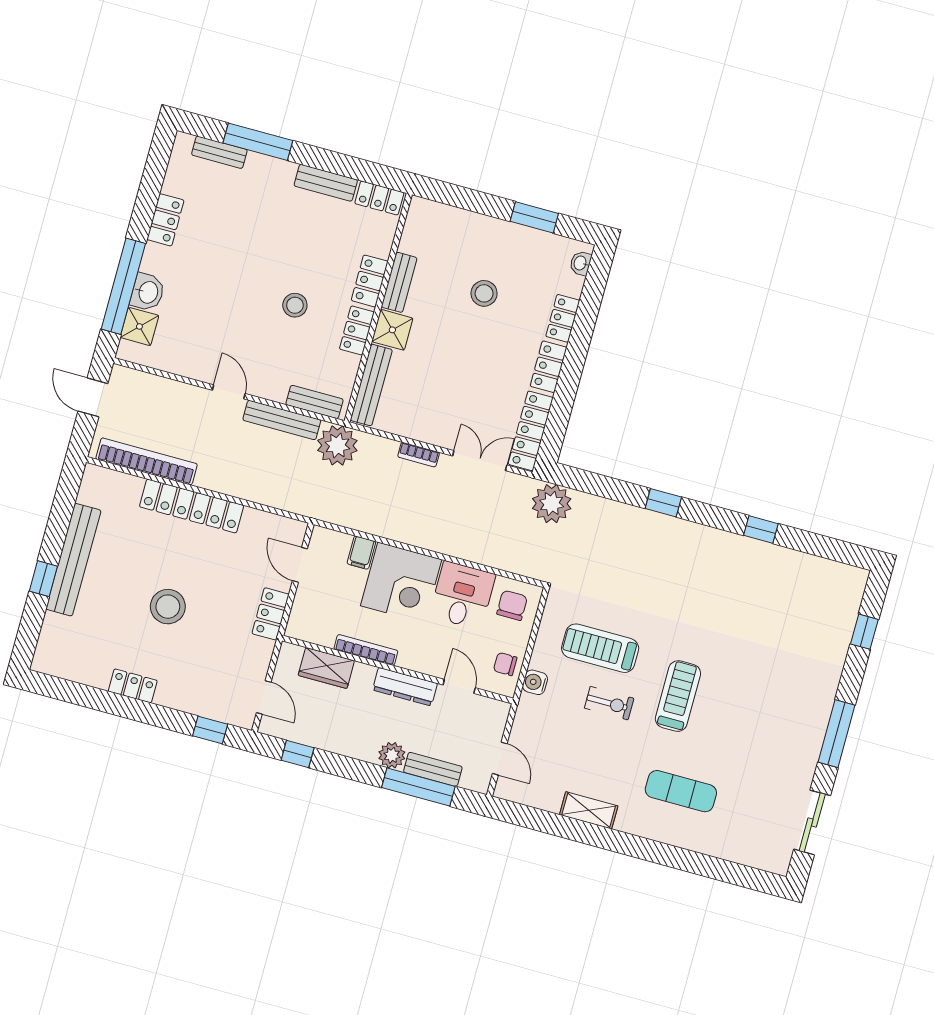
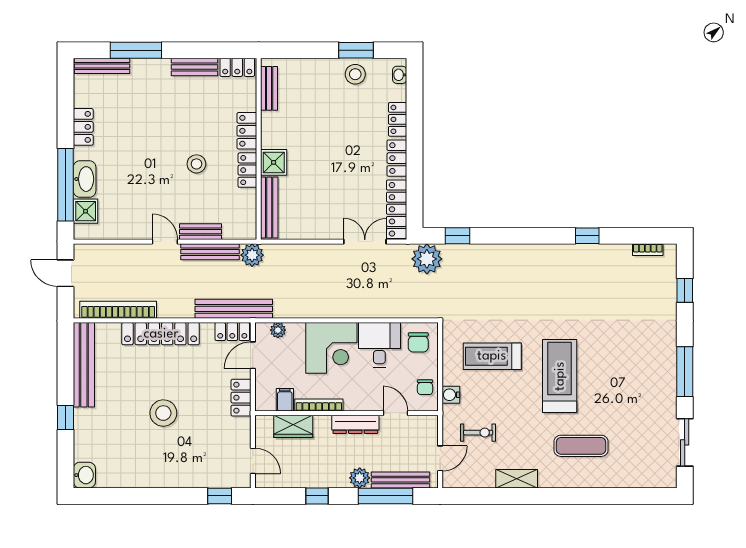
bench: (219, 152) -> (102, 66), width x1.36
bench: (399, 282) -> (269, 88), moved
washbasin: (148, 292) -> (85, 179), width x1.38
stool: (484, 293) -> (355, 74), moved
bench: (315, 402) -> (201, 232), moved
plant: (337, 445) -> (252, 255), width x0.73, depth x0.73
bookcase: (419, 455) -> (648, 250), moved
bench: (292, 500) -> (234, 309), added
window: (663, 503) -> (457, 236), moved
plant: (340, 542) -> (278, 330), added
filing cabinet: (361, 553) -> (285, 400), moved, turned 180
bench: (73, 560) -> (84, 365), moved
door: (300, 565) -> (253, 355), hinge flipped
chair: (512, 605) -> (418, 342), turned 180
washbasin: (47, 657) -> (84, 475), added
chair: (505, 664) -> (425, 387), turned -90
locker: (133, 686) -> (232, 332), moved, turned 180
treadmill: (678, 696) -> (560, 376), width x1.37, depth x1.38
exercise bike: (609, 703) -> (478, 433), moved
window: (298, 754) -> (317, 496), moved
door: (500, 759) -> (440, 458), hinge flipped
bench: (433, 769) -> (401, 480), width x1.36

